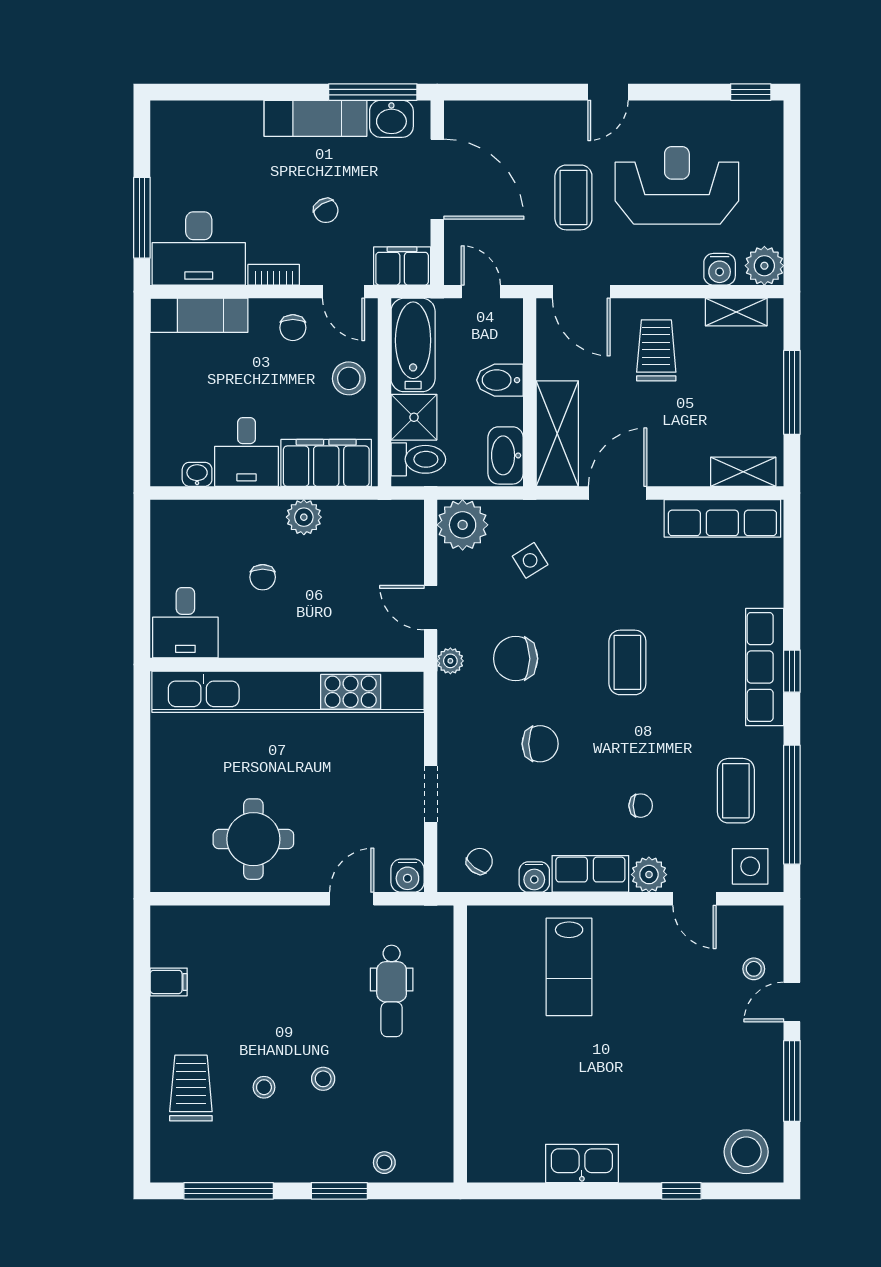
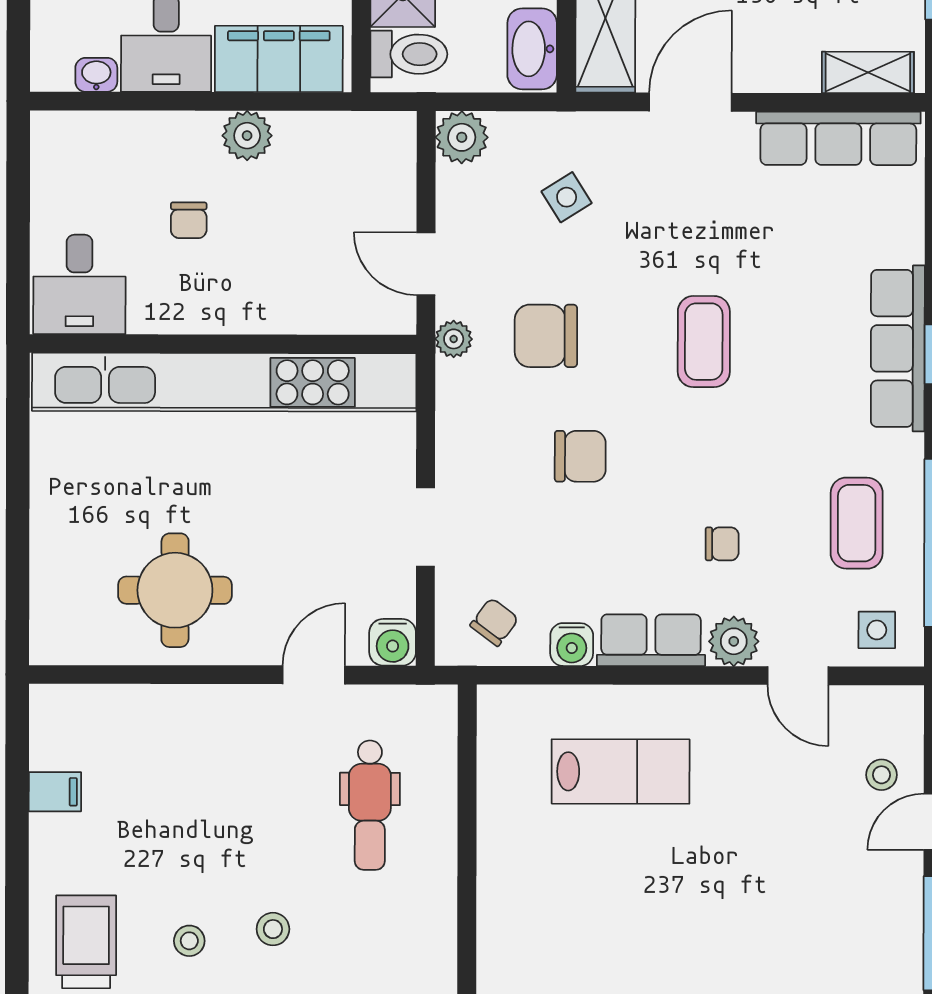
plant: (463, 525) -> (462, 137), width x0.73, depth x0.73
side table: (750, 866) -> (877, 630), width x0.73, depth x0.73
lab bench: (569, 967) -> (621, 771), turned -90

